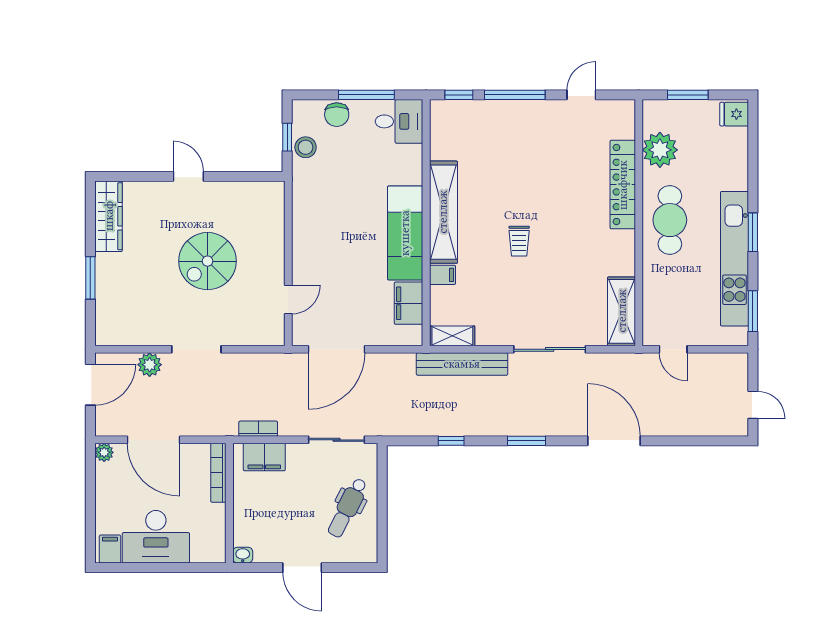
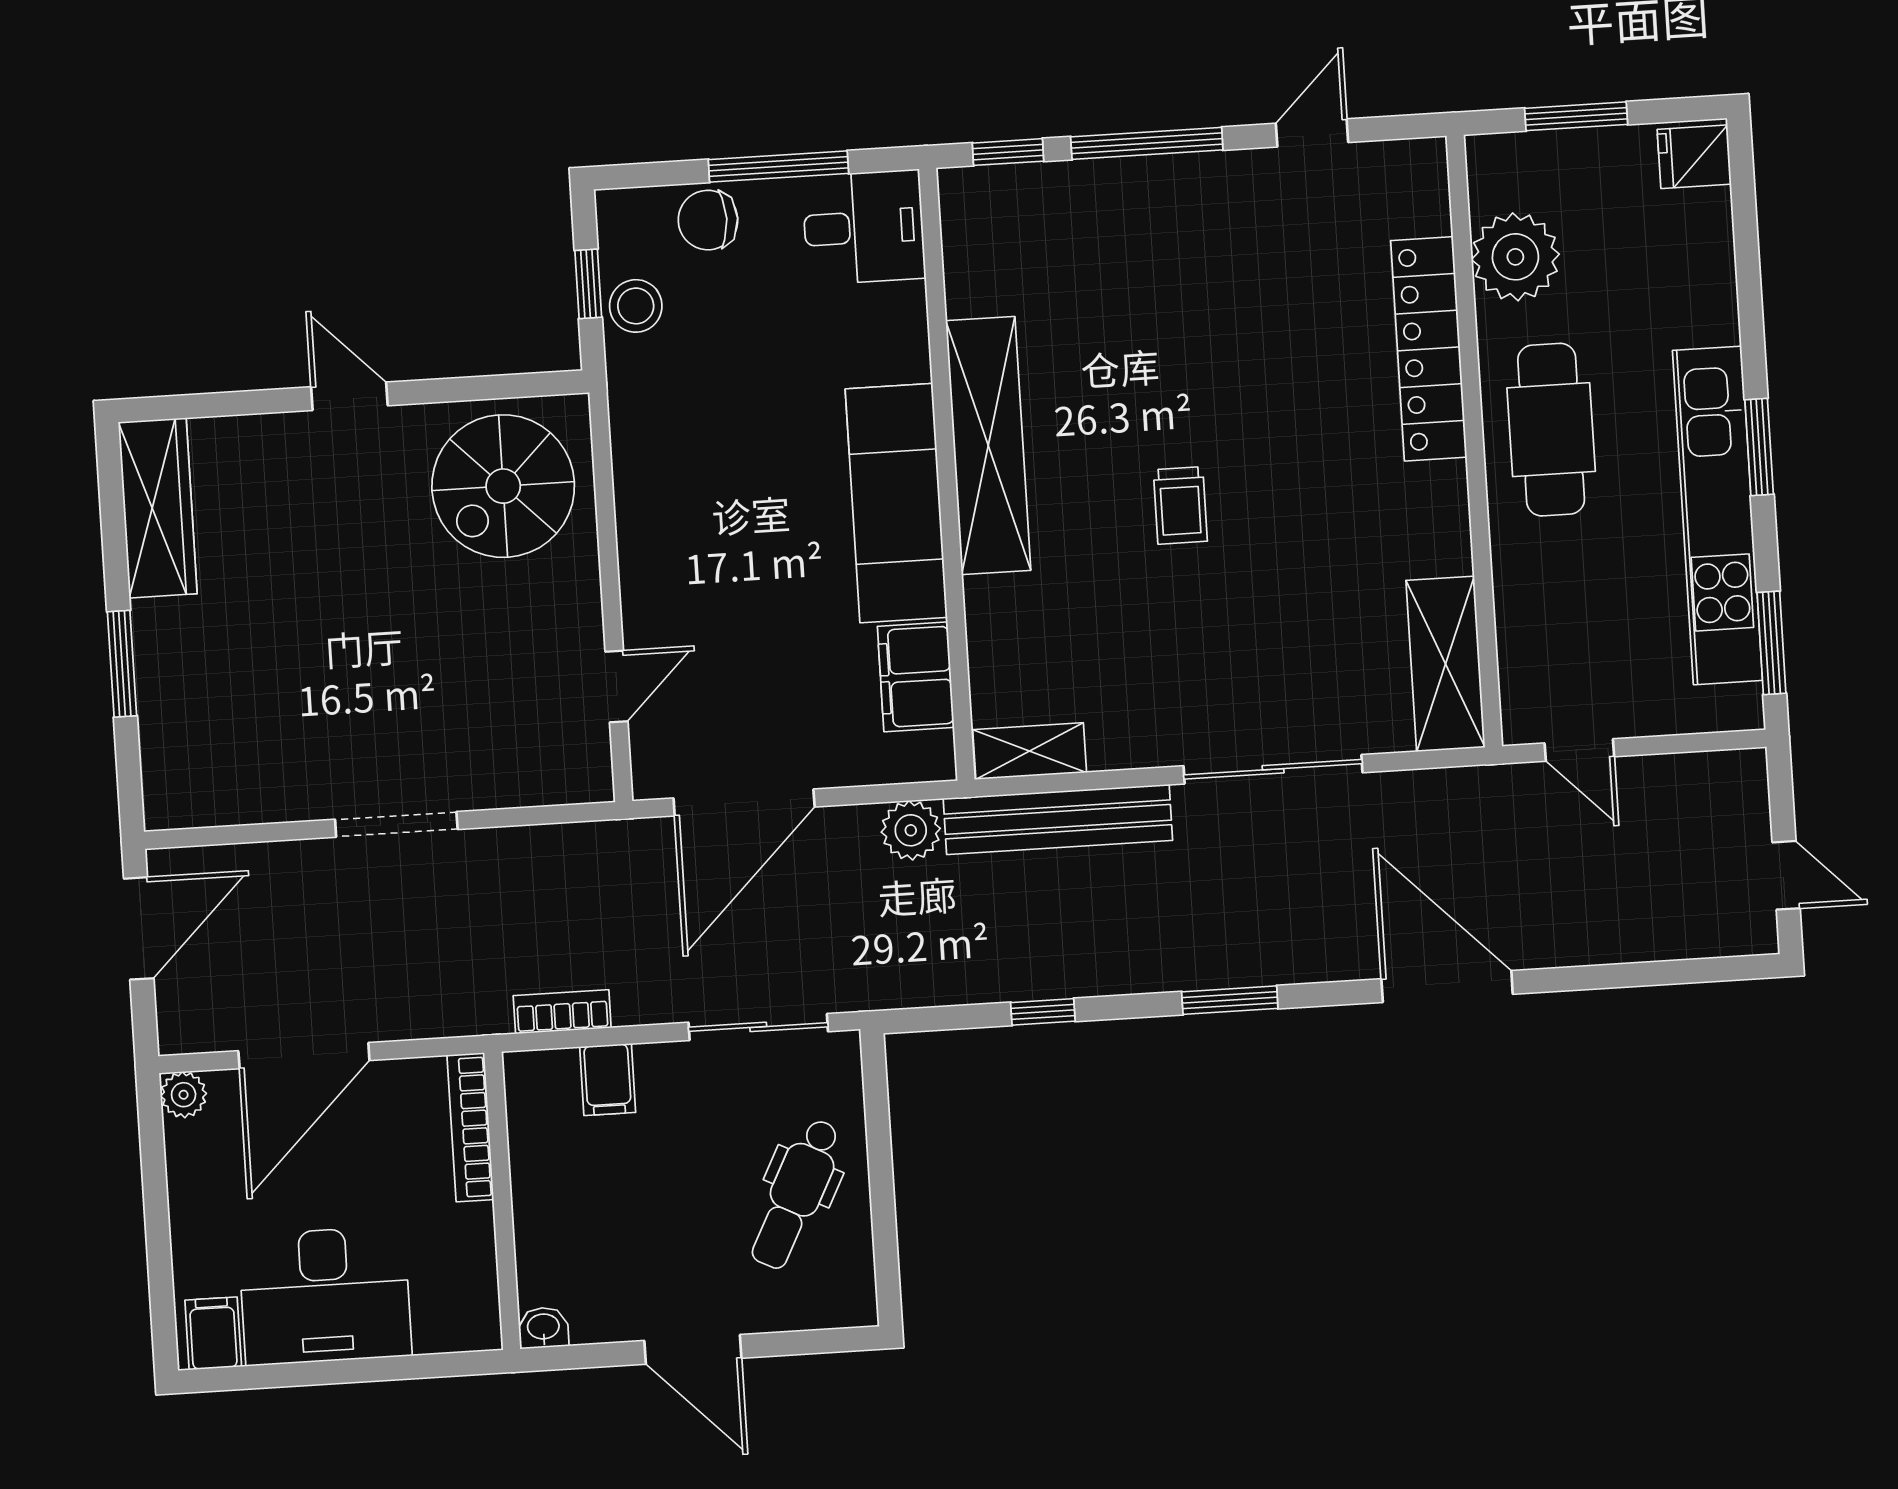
chair: (337, 115) -> (708, 220), turned 90
spiral stairs: (208, 261) -> (503, 486), moved
filing cabinet: (442, 275) -> (995, 601), removed
plant: (150, 365) -> (911, 830), moved
door: (153, 440) -> (304, 1056), hinge flipped
filing cabinet: (264, 457) -> (608, 1080), width x0.50

